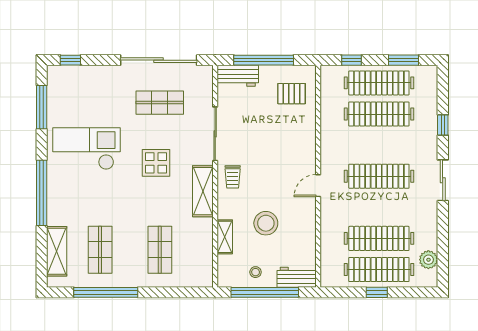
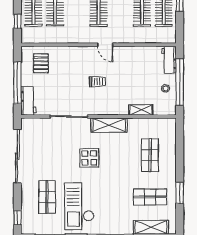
shop shelf: (160, 103) -> (47, 197), moved
trolley: (233, 177) -> (97, 82), moved
stool: (266, 223) -> (131, 81), removed
shop shelf: (160, 250) -> (150, 155), turned 90
window: (106, 292) -> (180, 193), width x0.47

